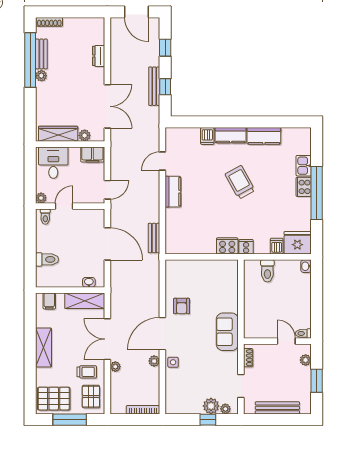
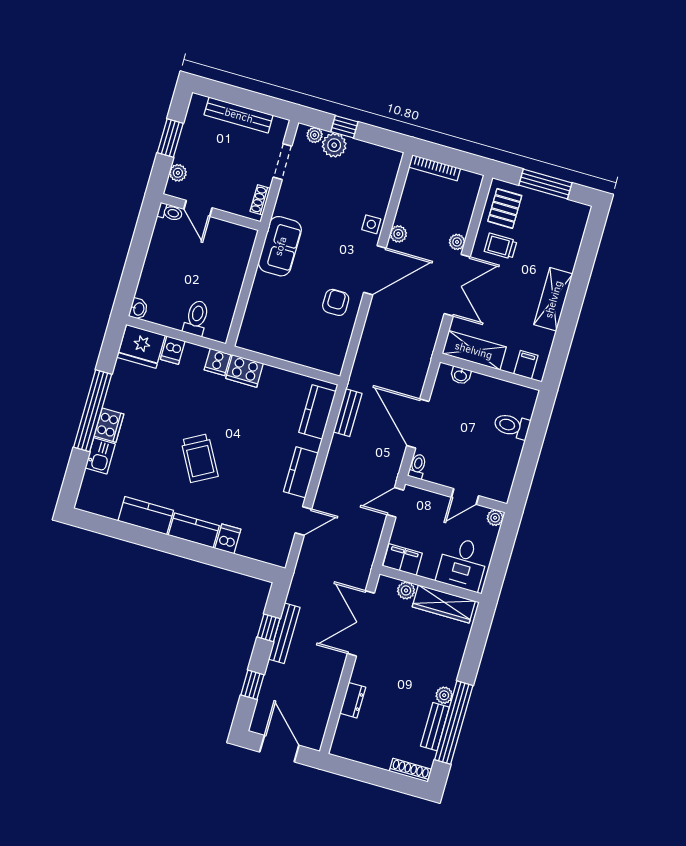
toilet: (45, 217) -> (417, 466), moved
kitchen counter: (173, 233) -> (317, 412), added
pallet: (54, 399) -> (560, 221), removed

